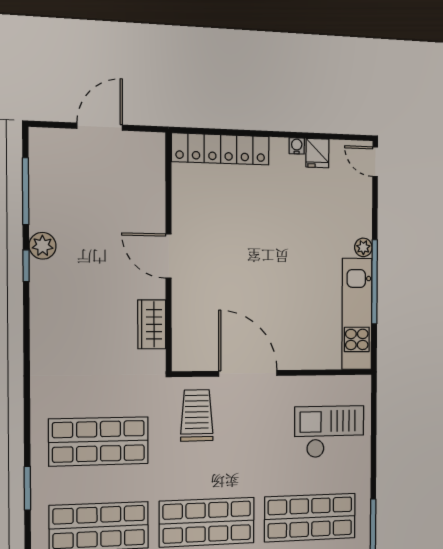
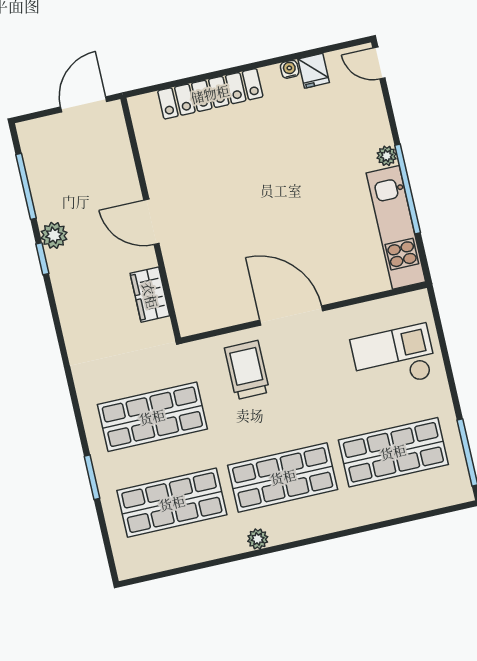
wall: (168, 252) -> (151, 218), moved
door: (169, 256) -> (151, 222), moved
wardrobe: (152, 324) -> (150, 295), moved

